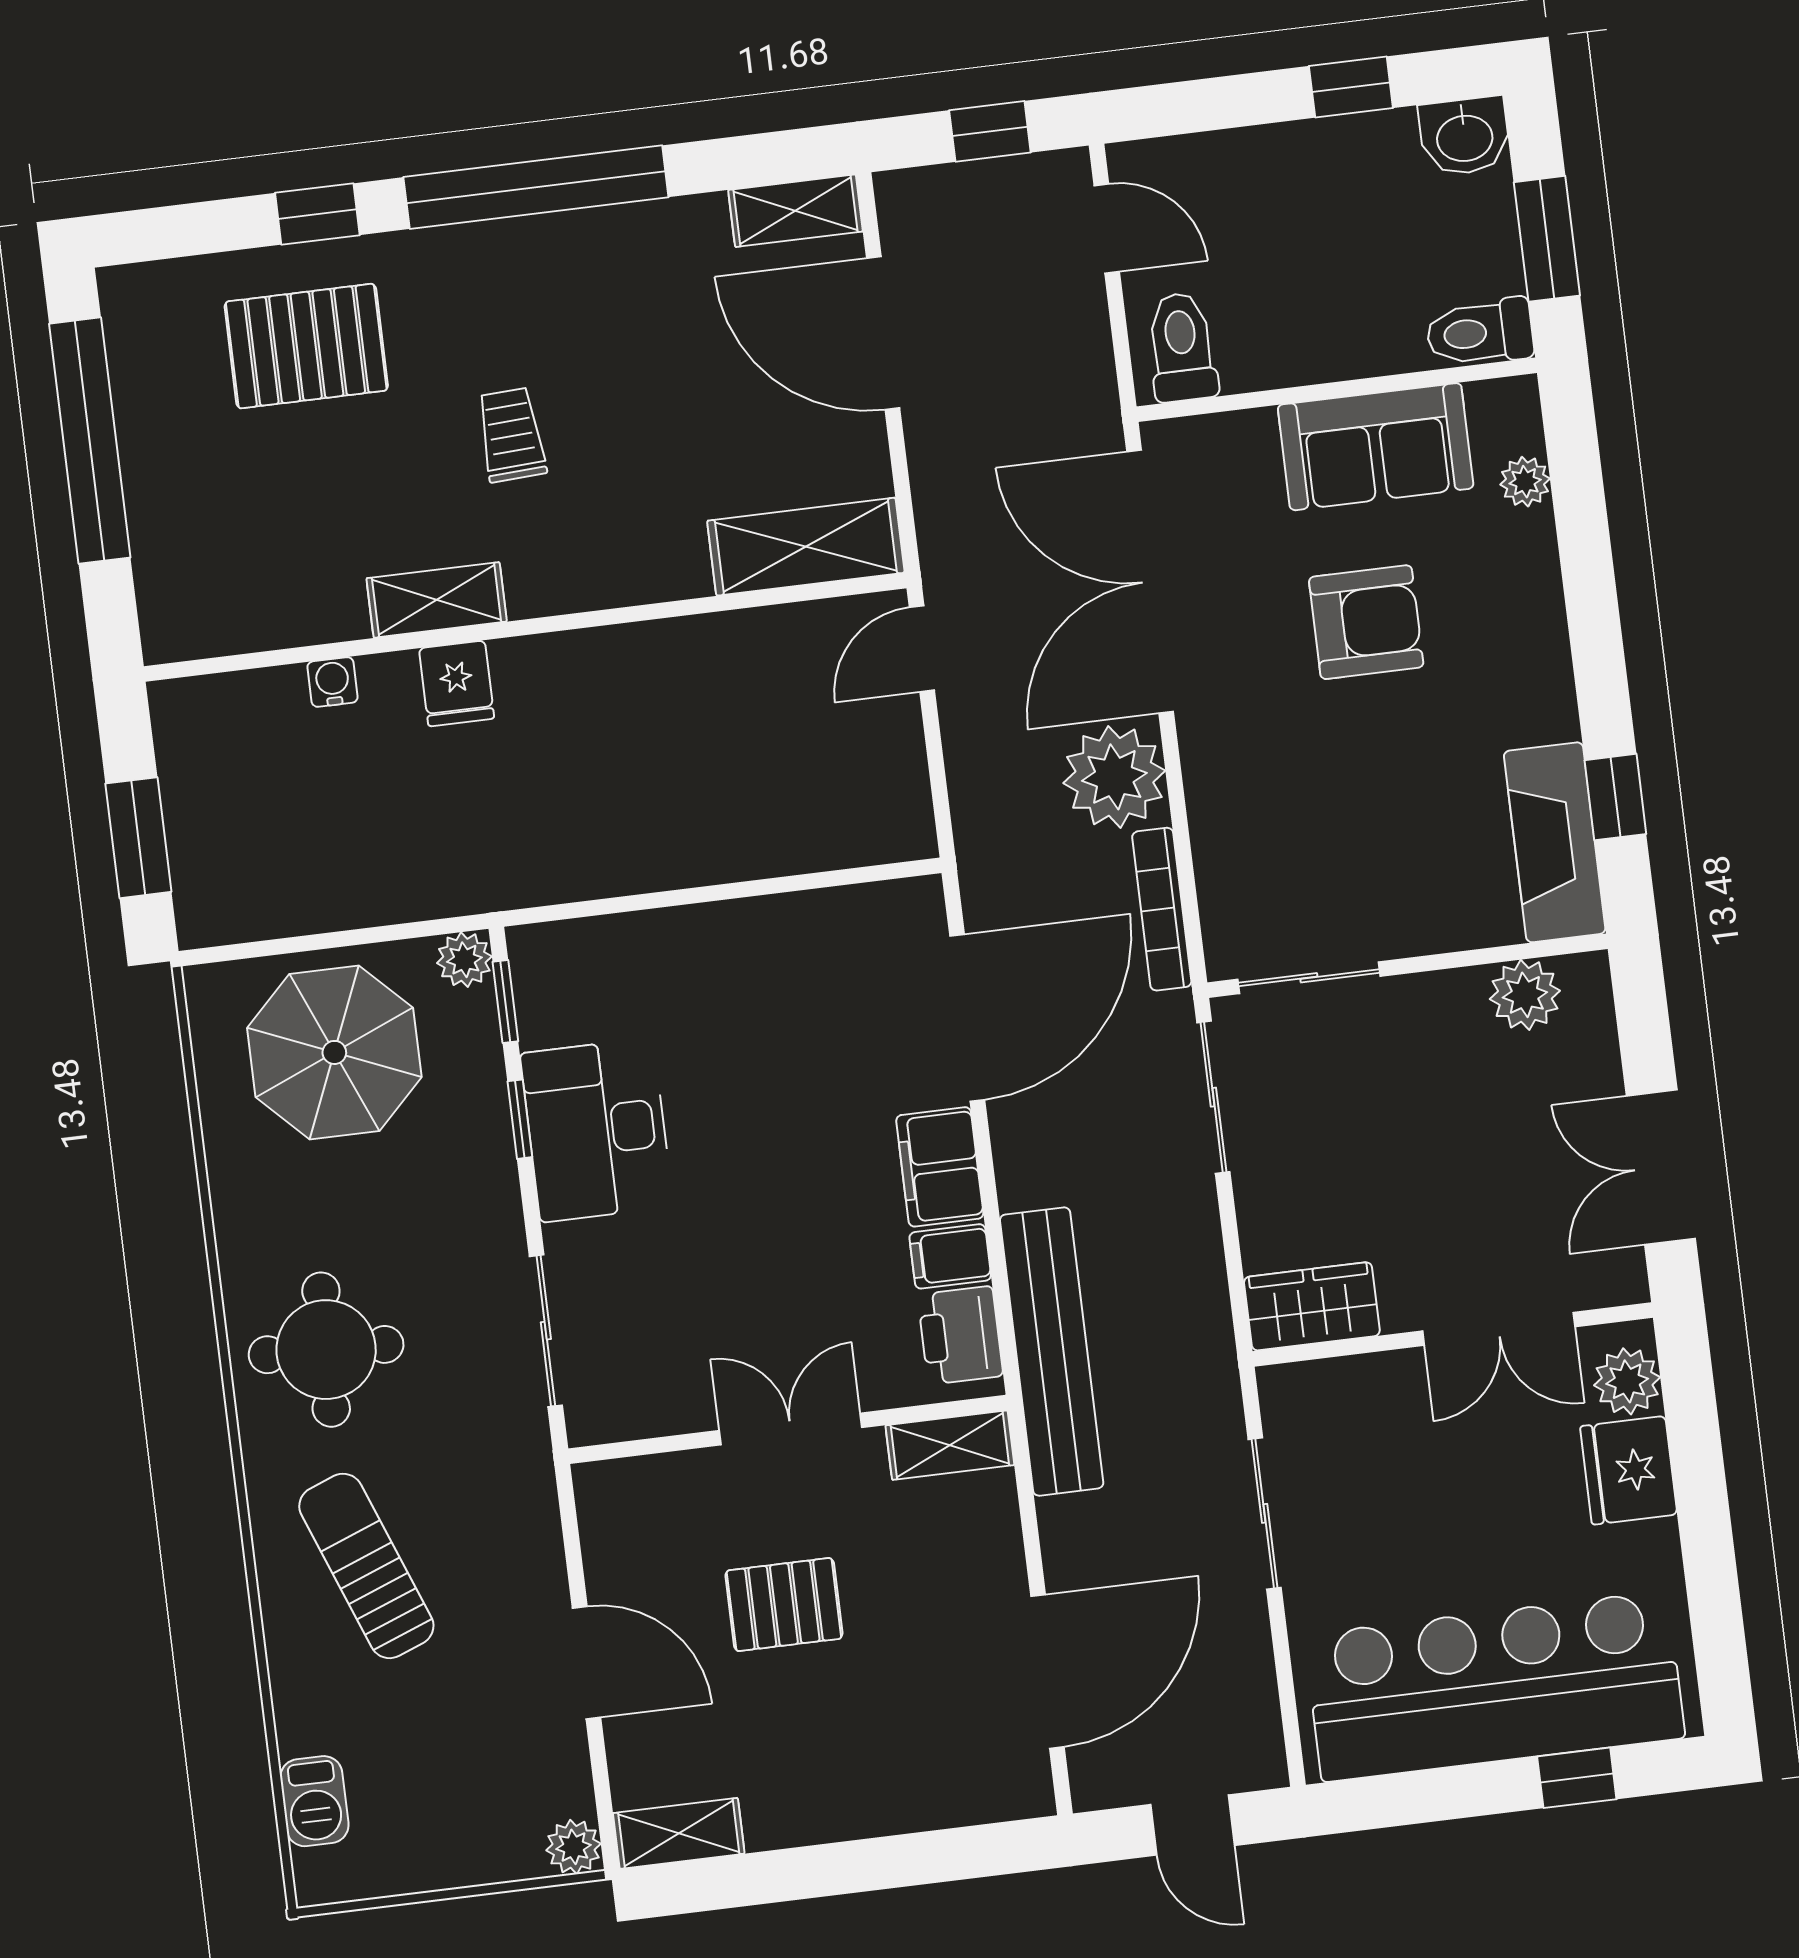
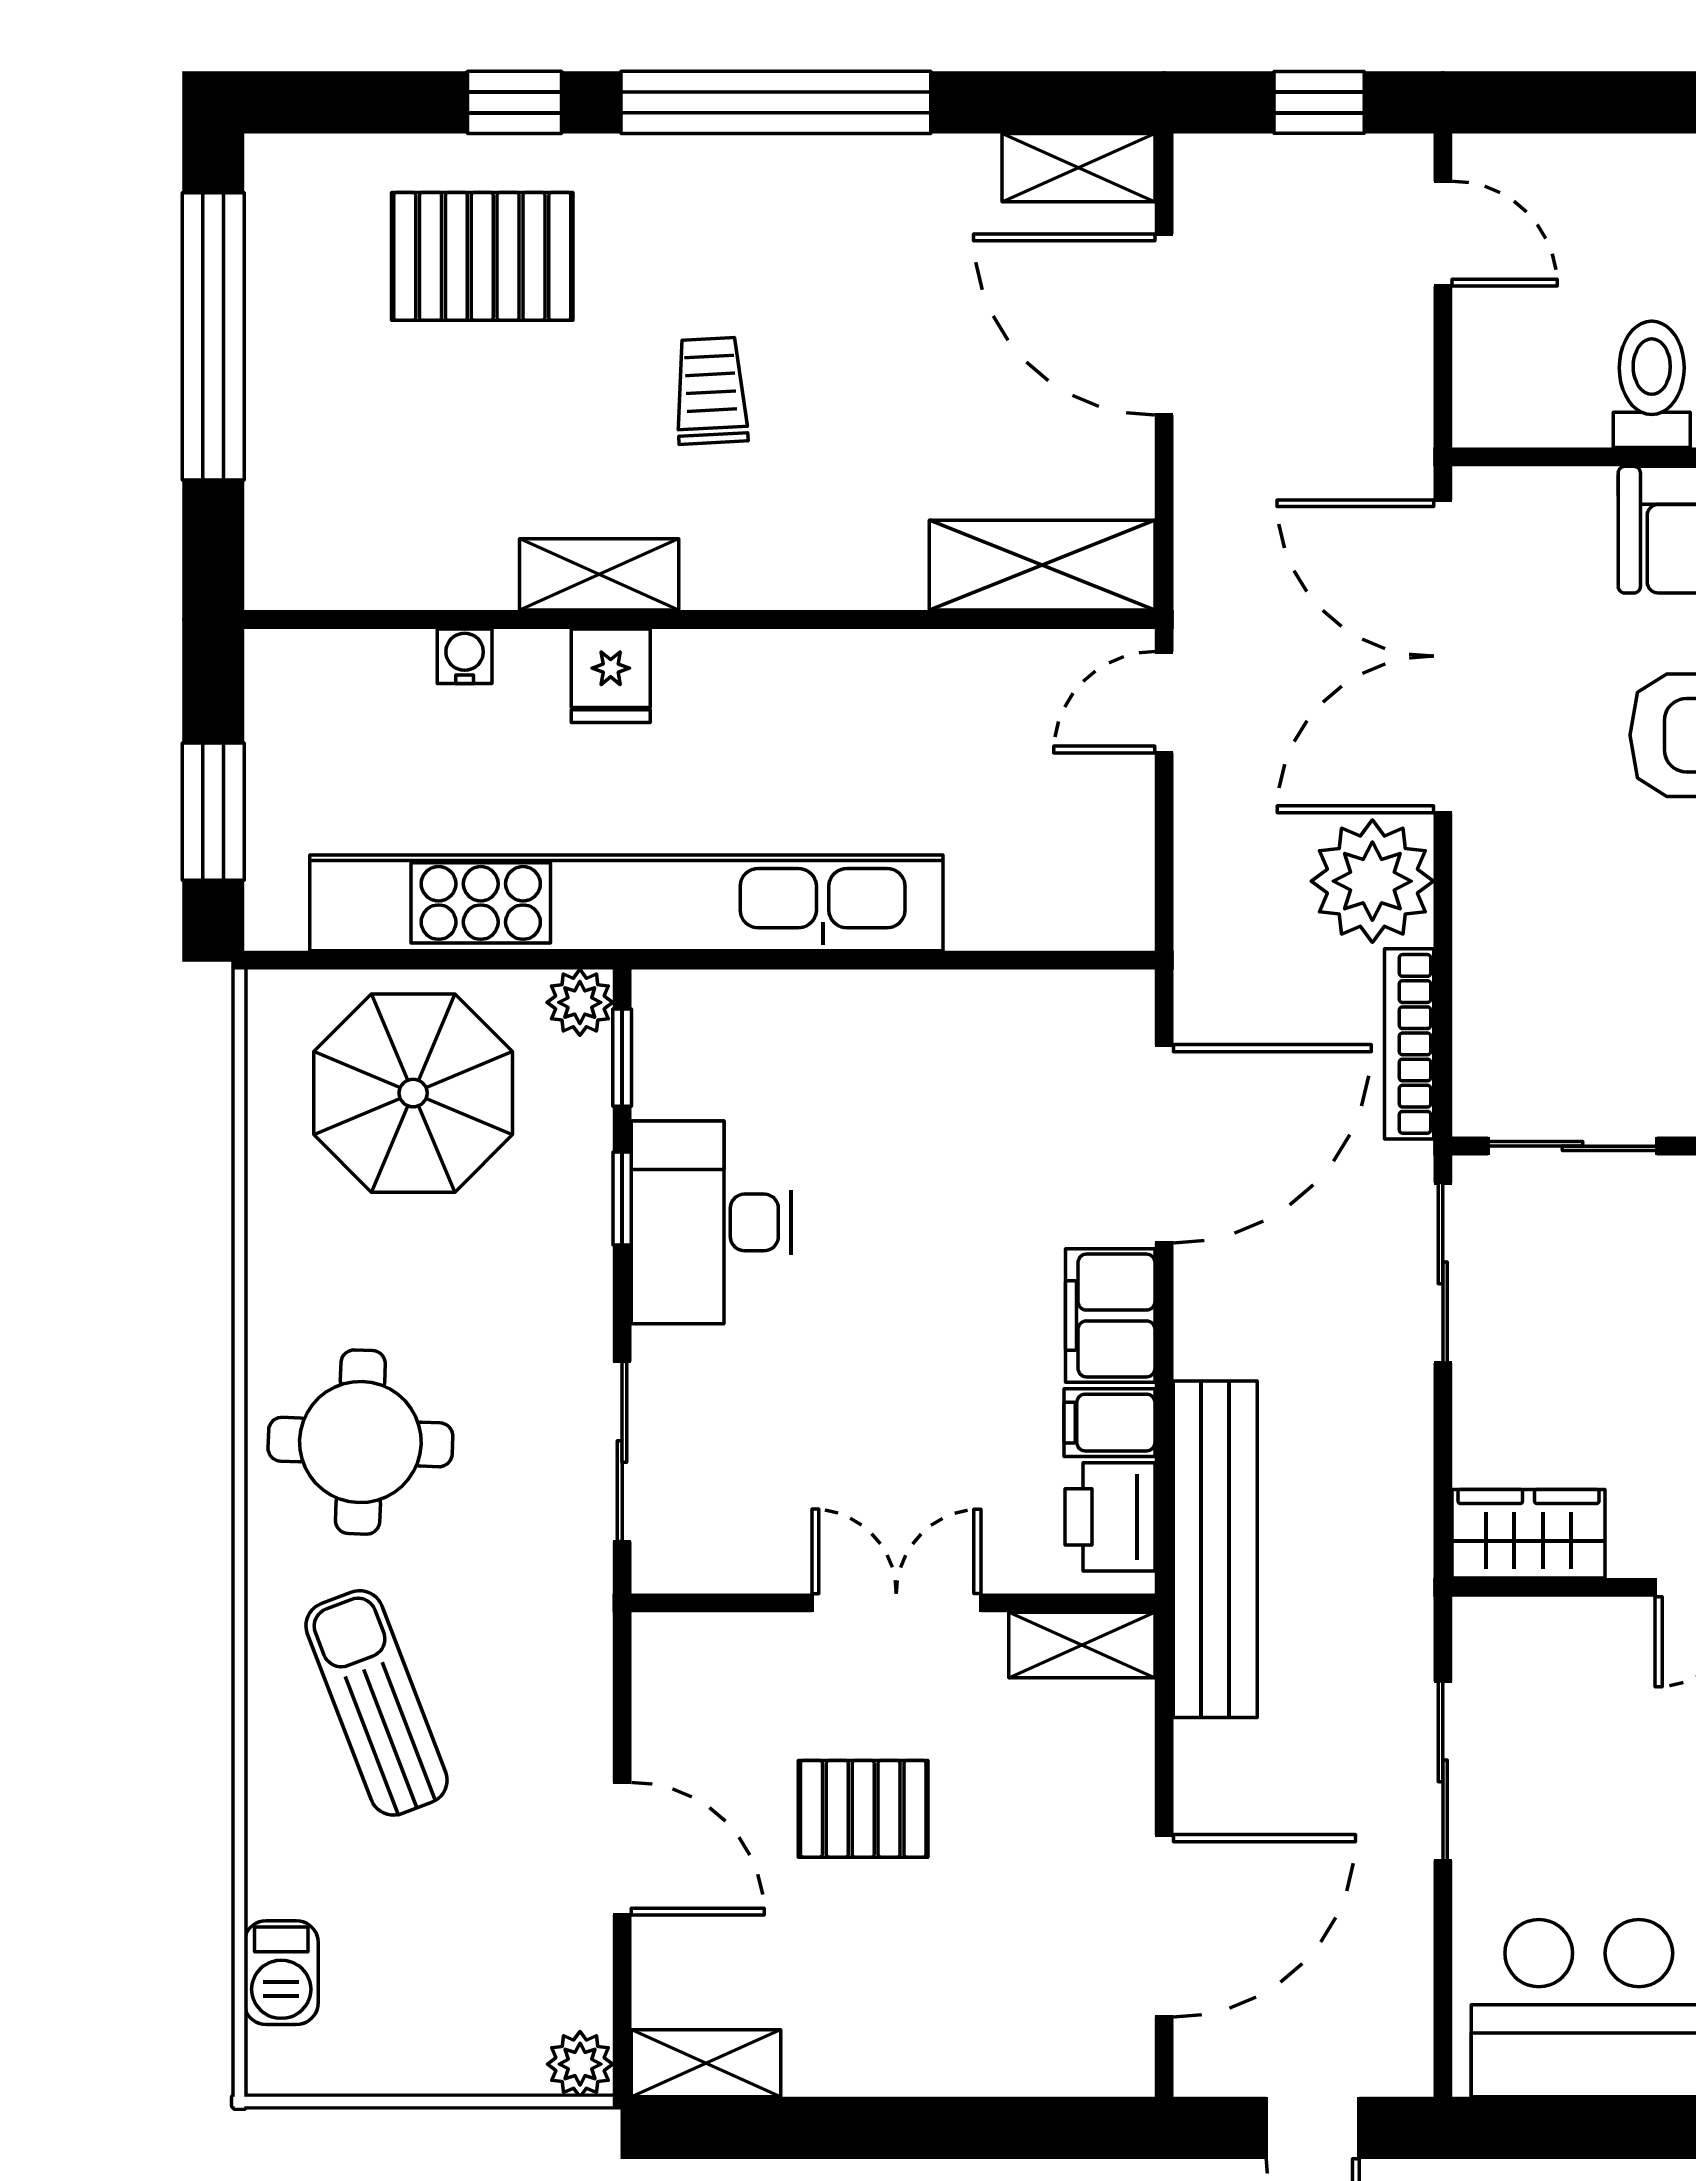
toilet: (1182, 347) -> (1652, 384), moved
kitchen unit: (493, 872) -> (626, 903), added

